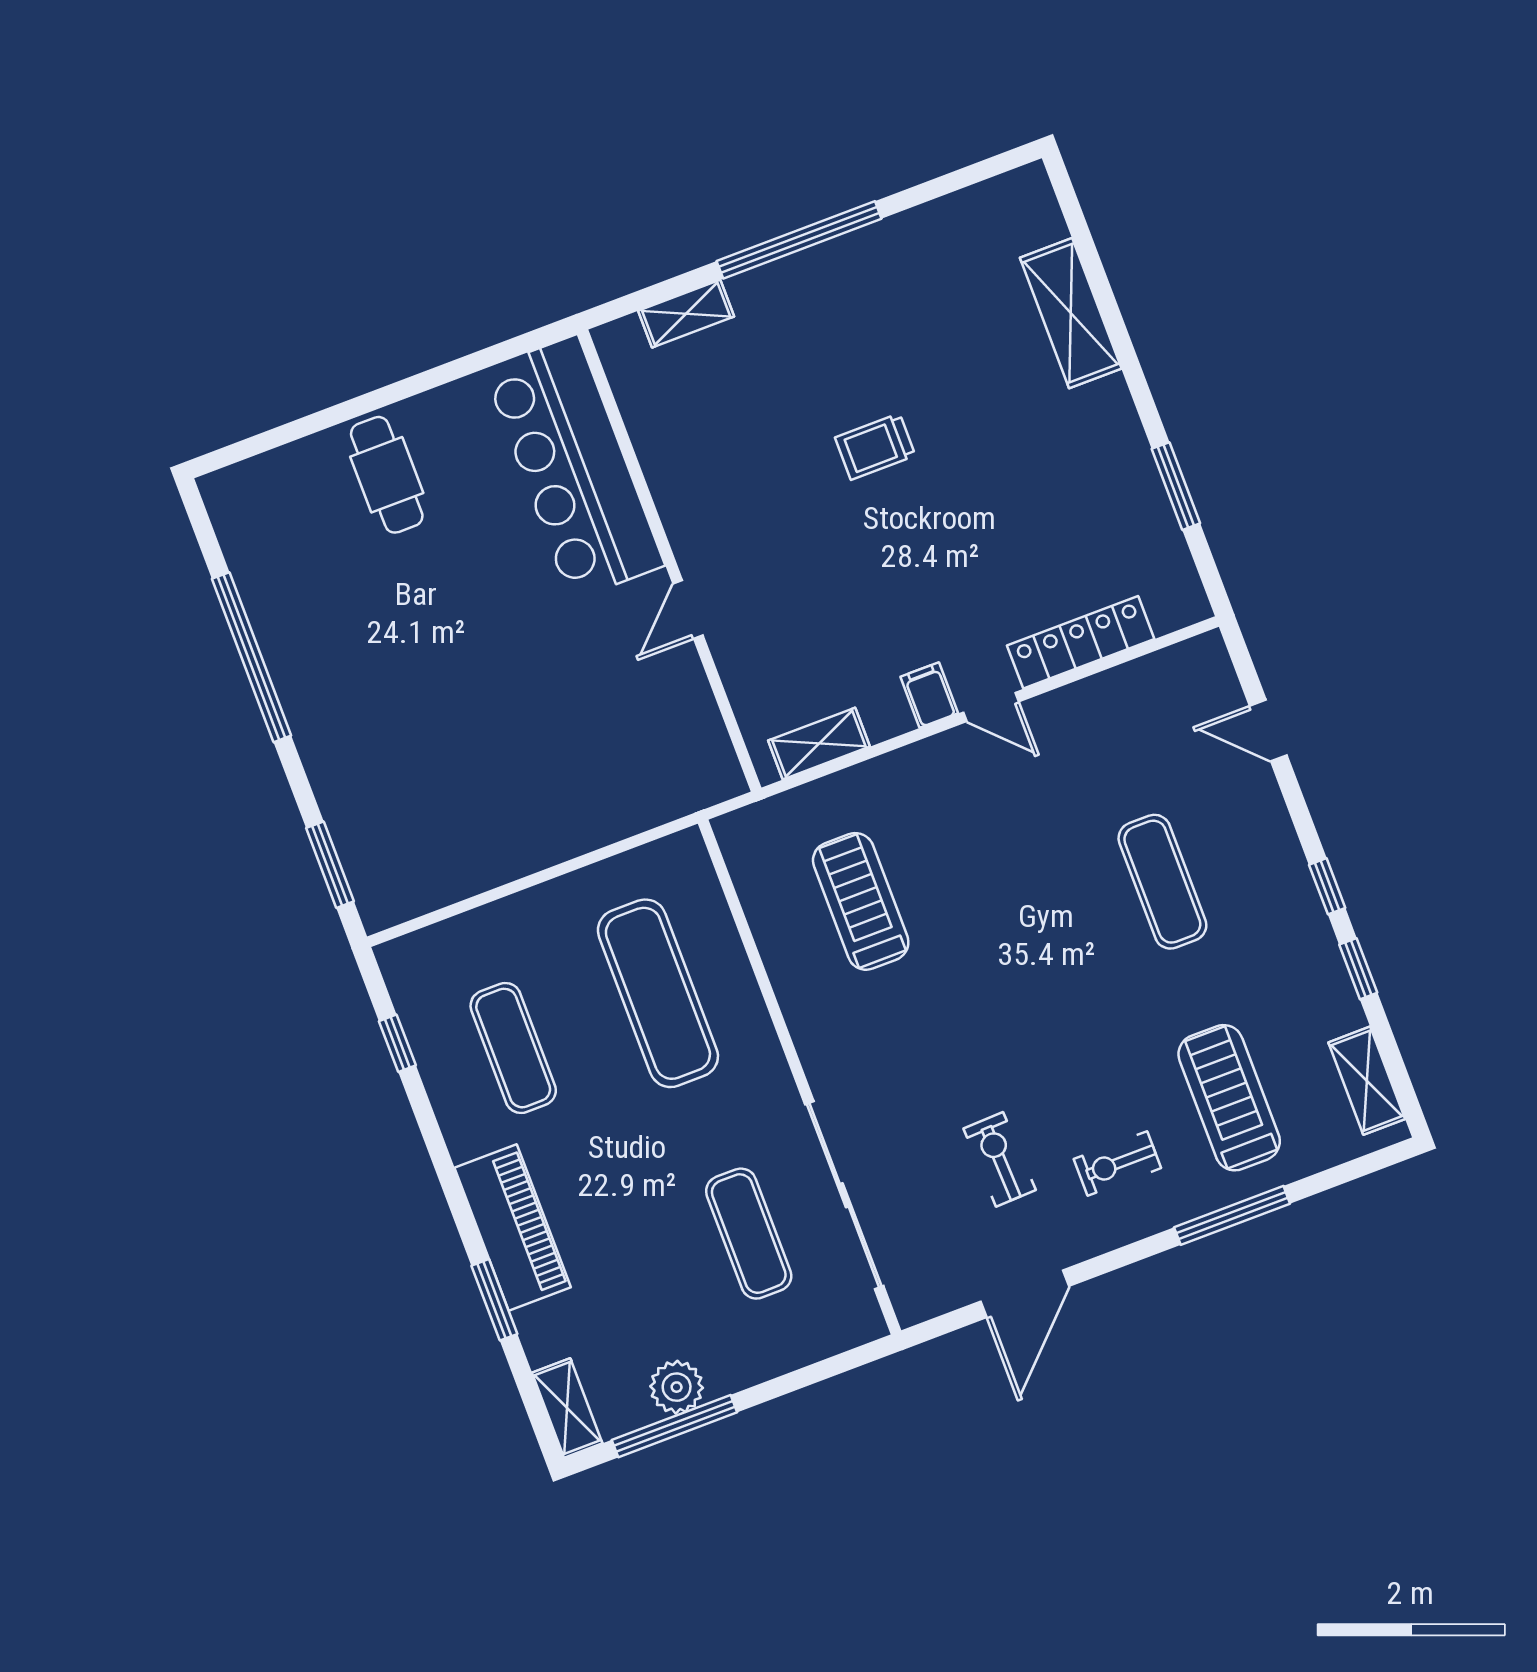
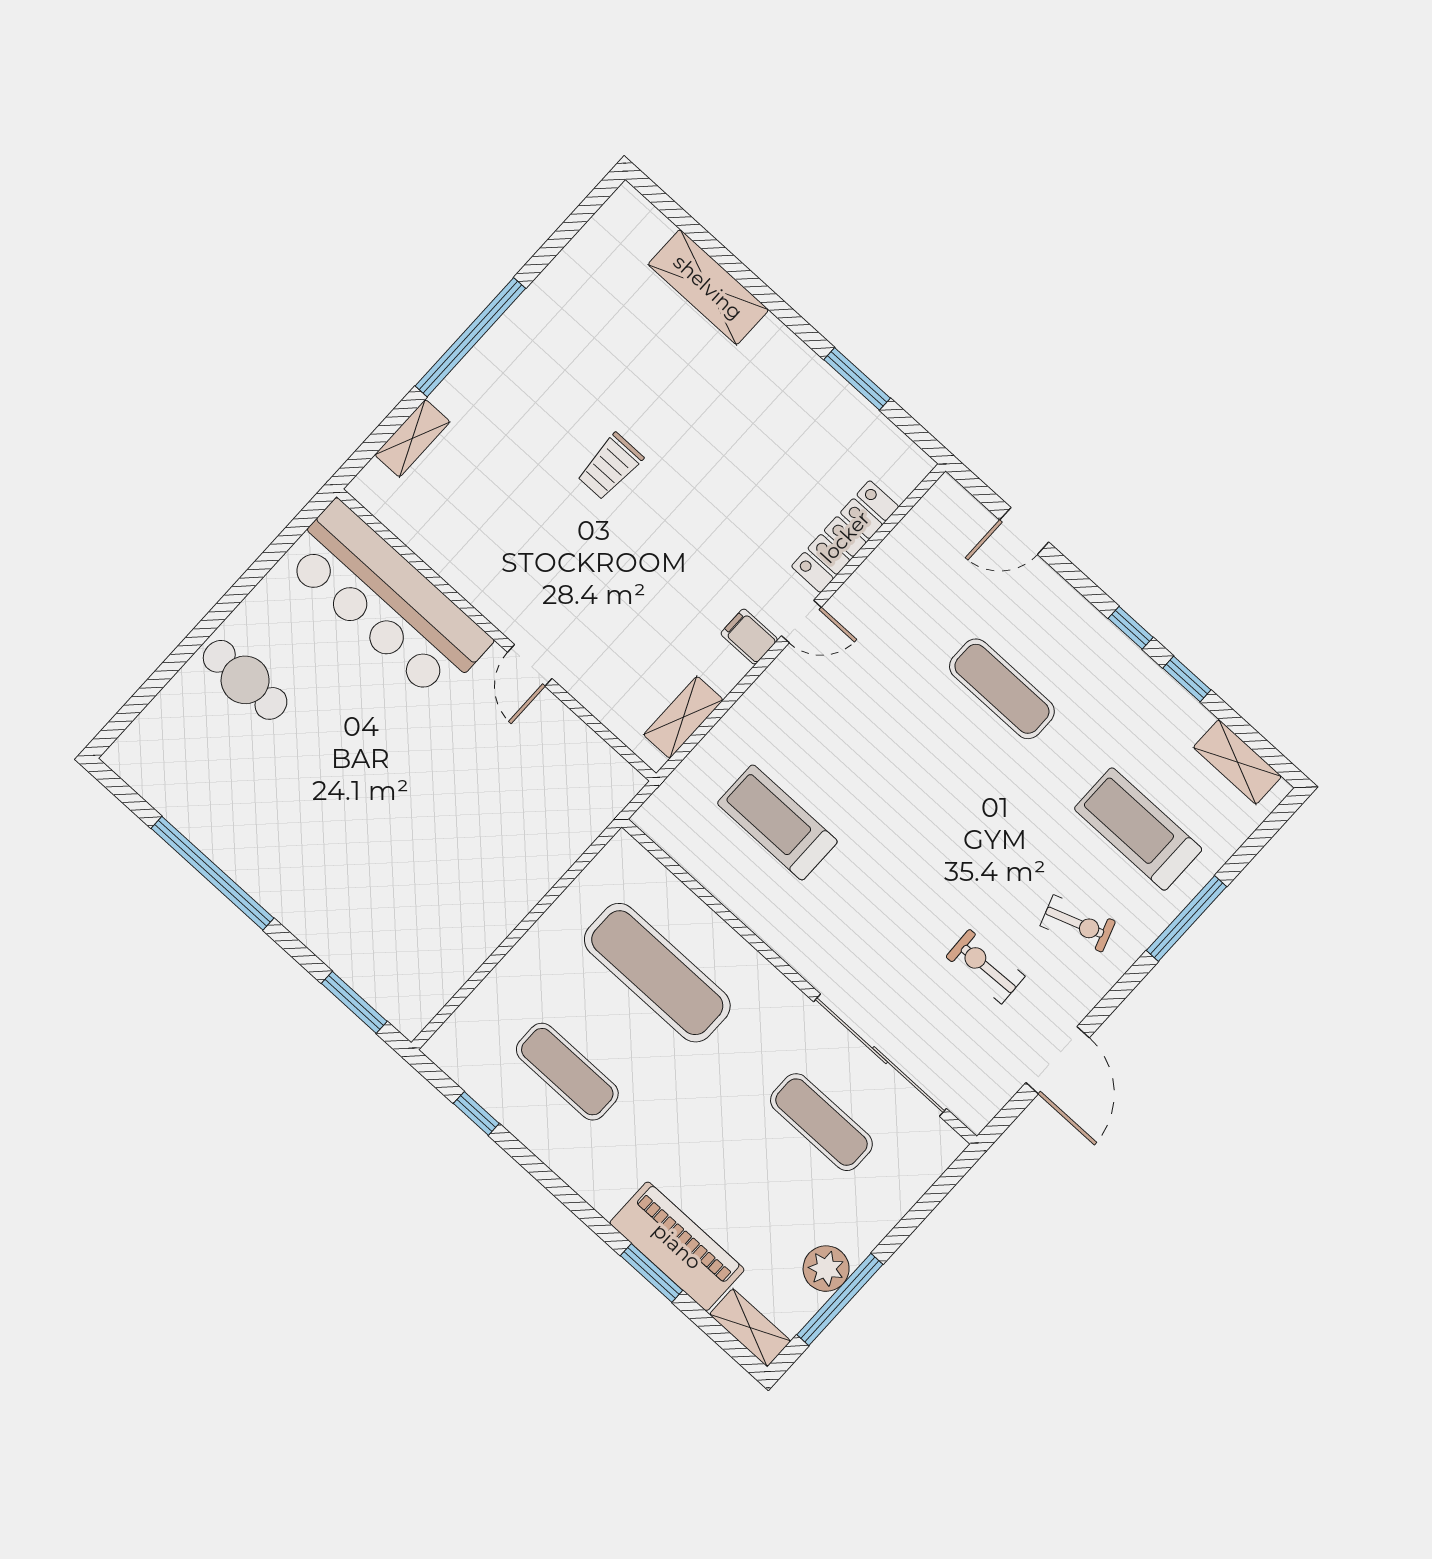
exercise bike: (1117, 1164) -> (1078, 924), turned -109
piano: (513, 1228) -> (677, 1246), moved

